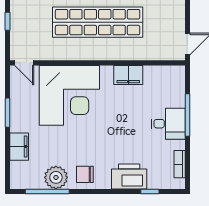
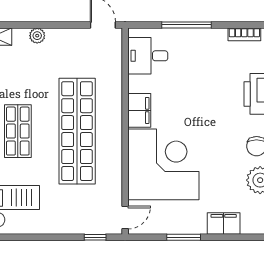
window: (8, 21) -> (95, 237), moved
filing cabinet: (128, 75) -> (139, 110), moved
desk: (168, 124) -> (148, 56), moved, turned -90

